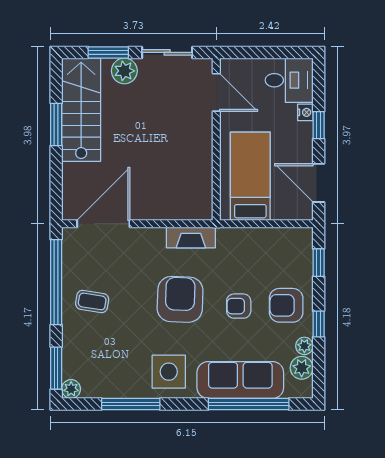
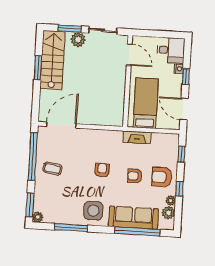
fireplace: (191, 238) -> (137, 137), moved
armchair: (180, 299) -> (102, 170), width x0.53, depth x0.53

